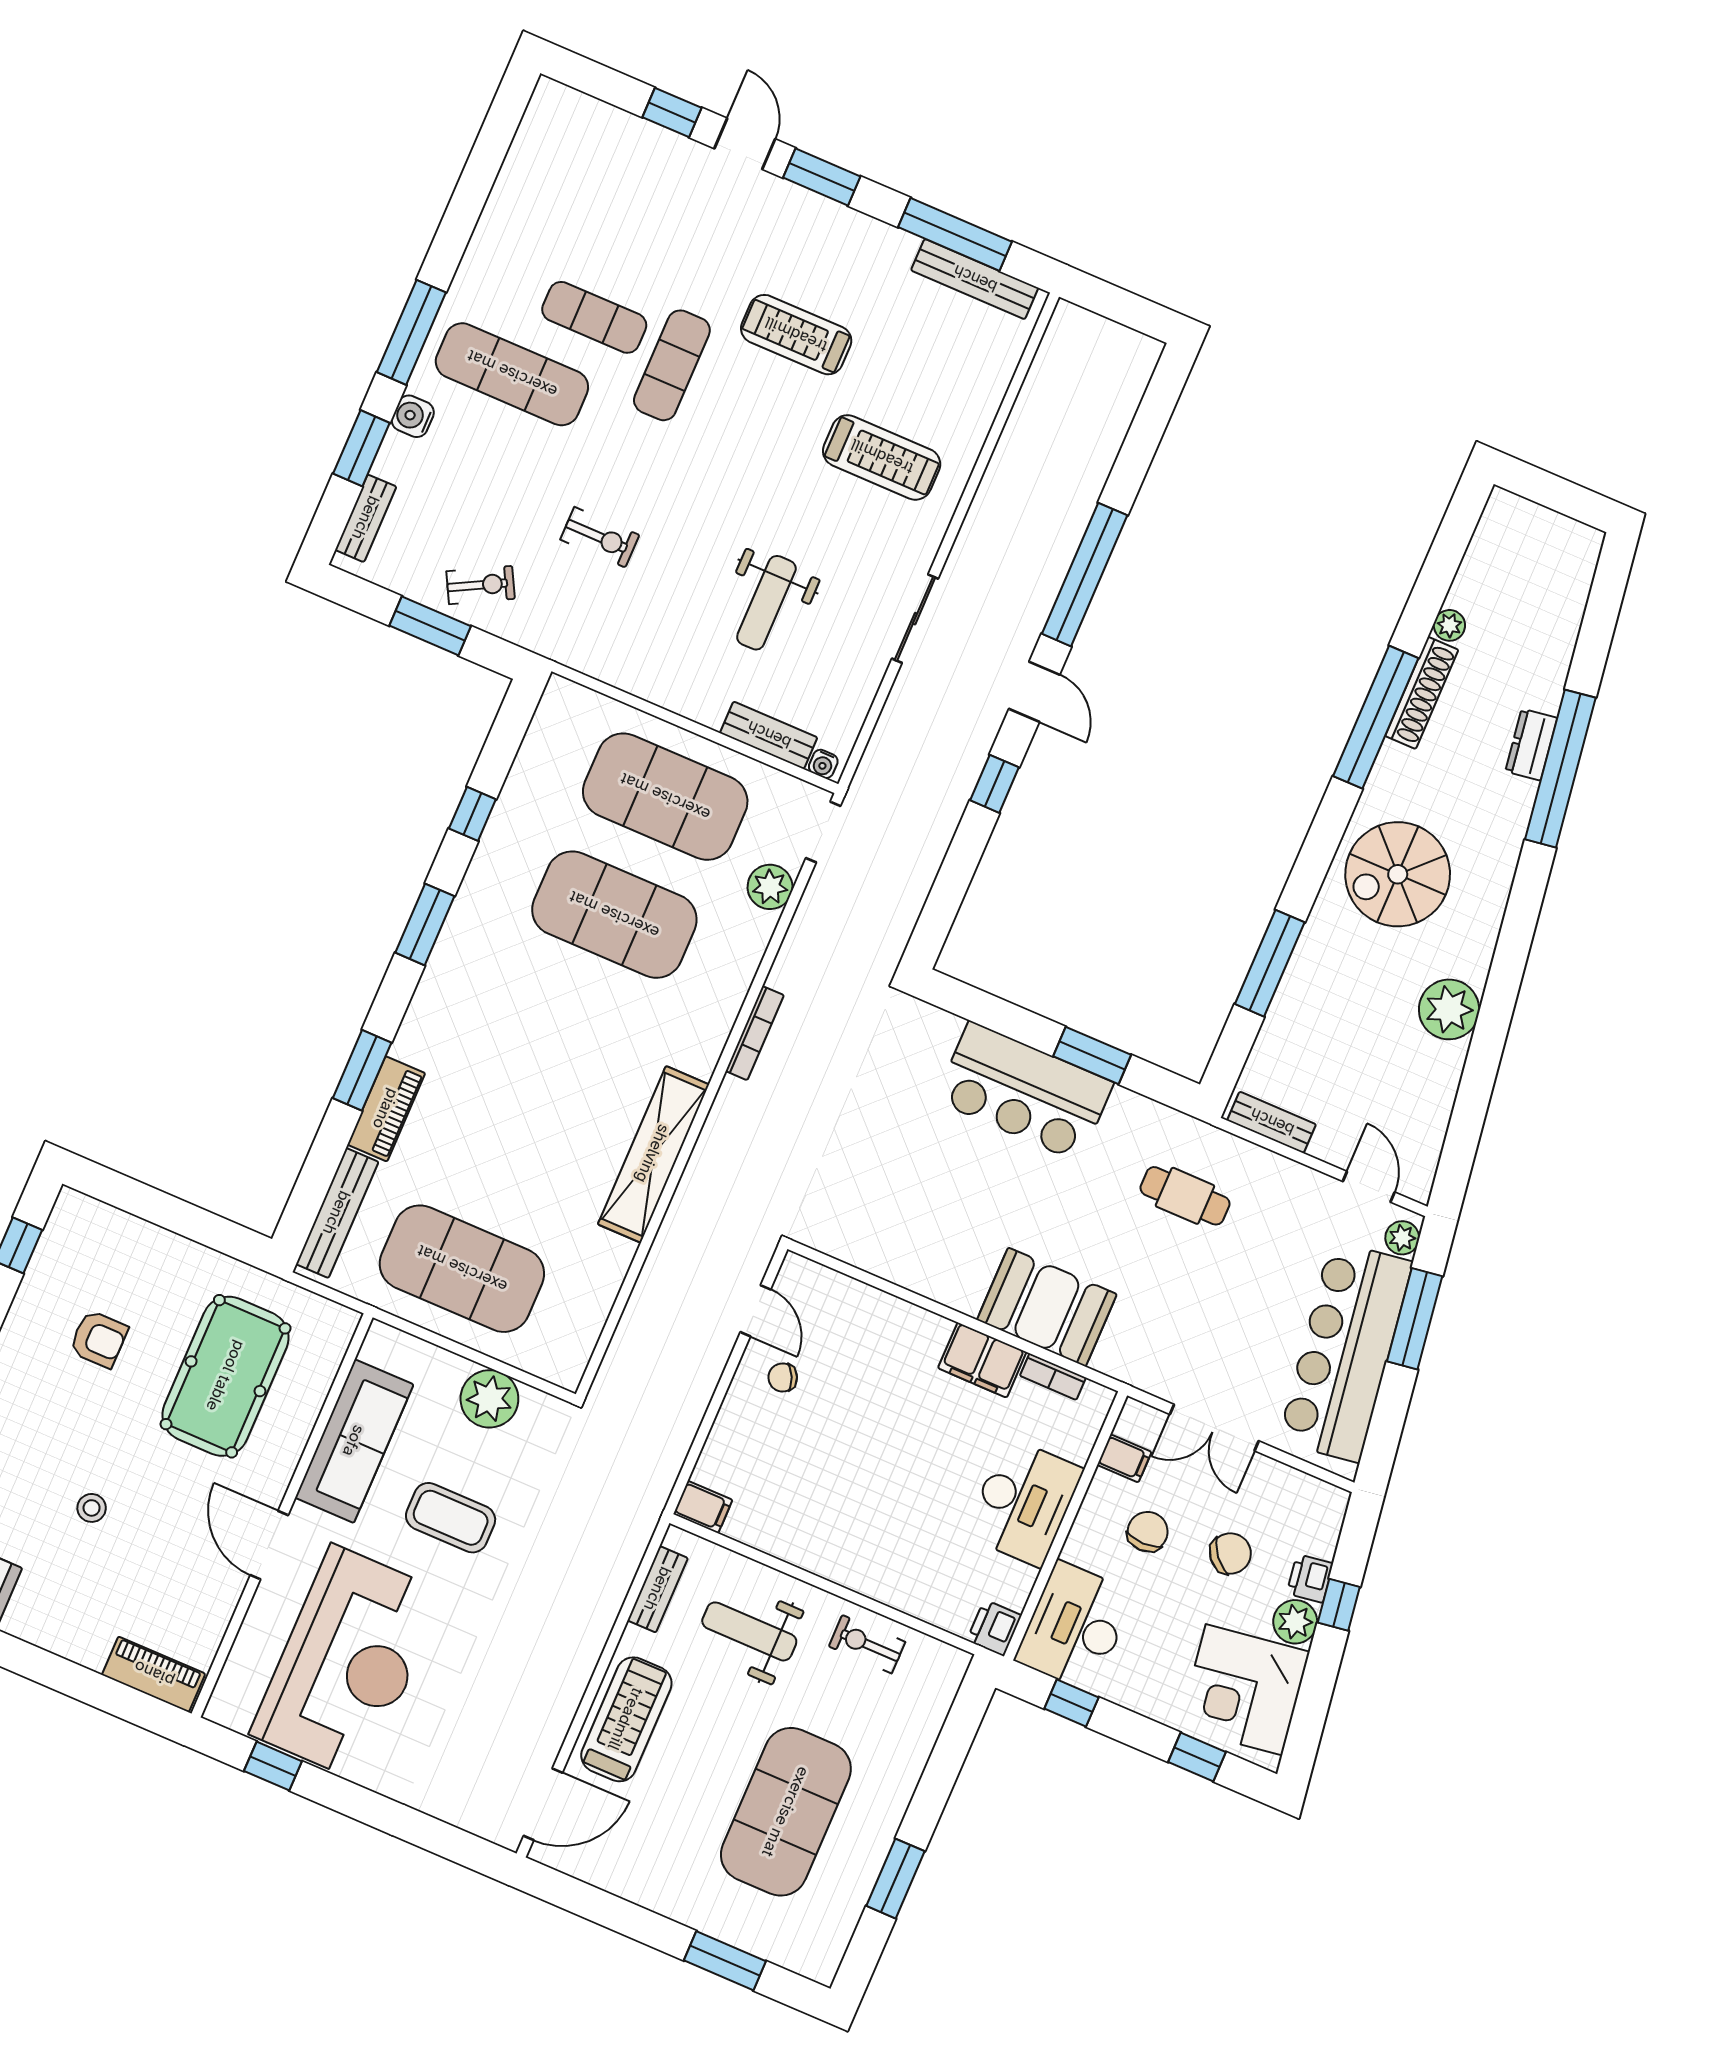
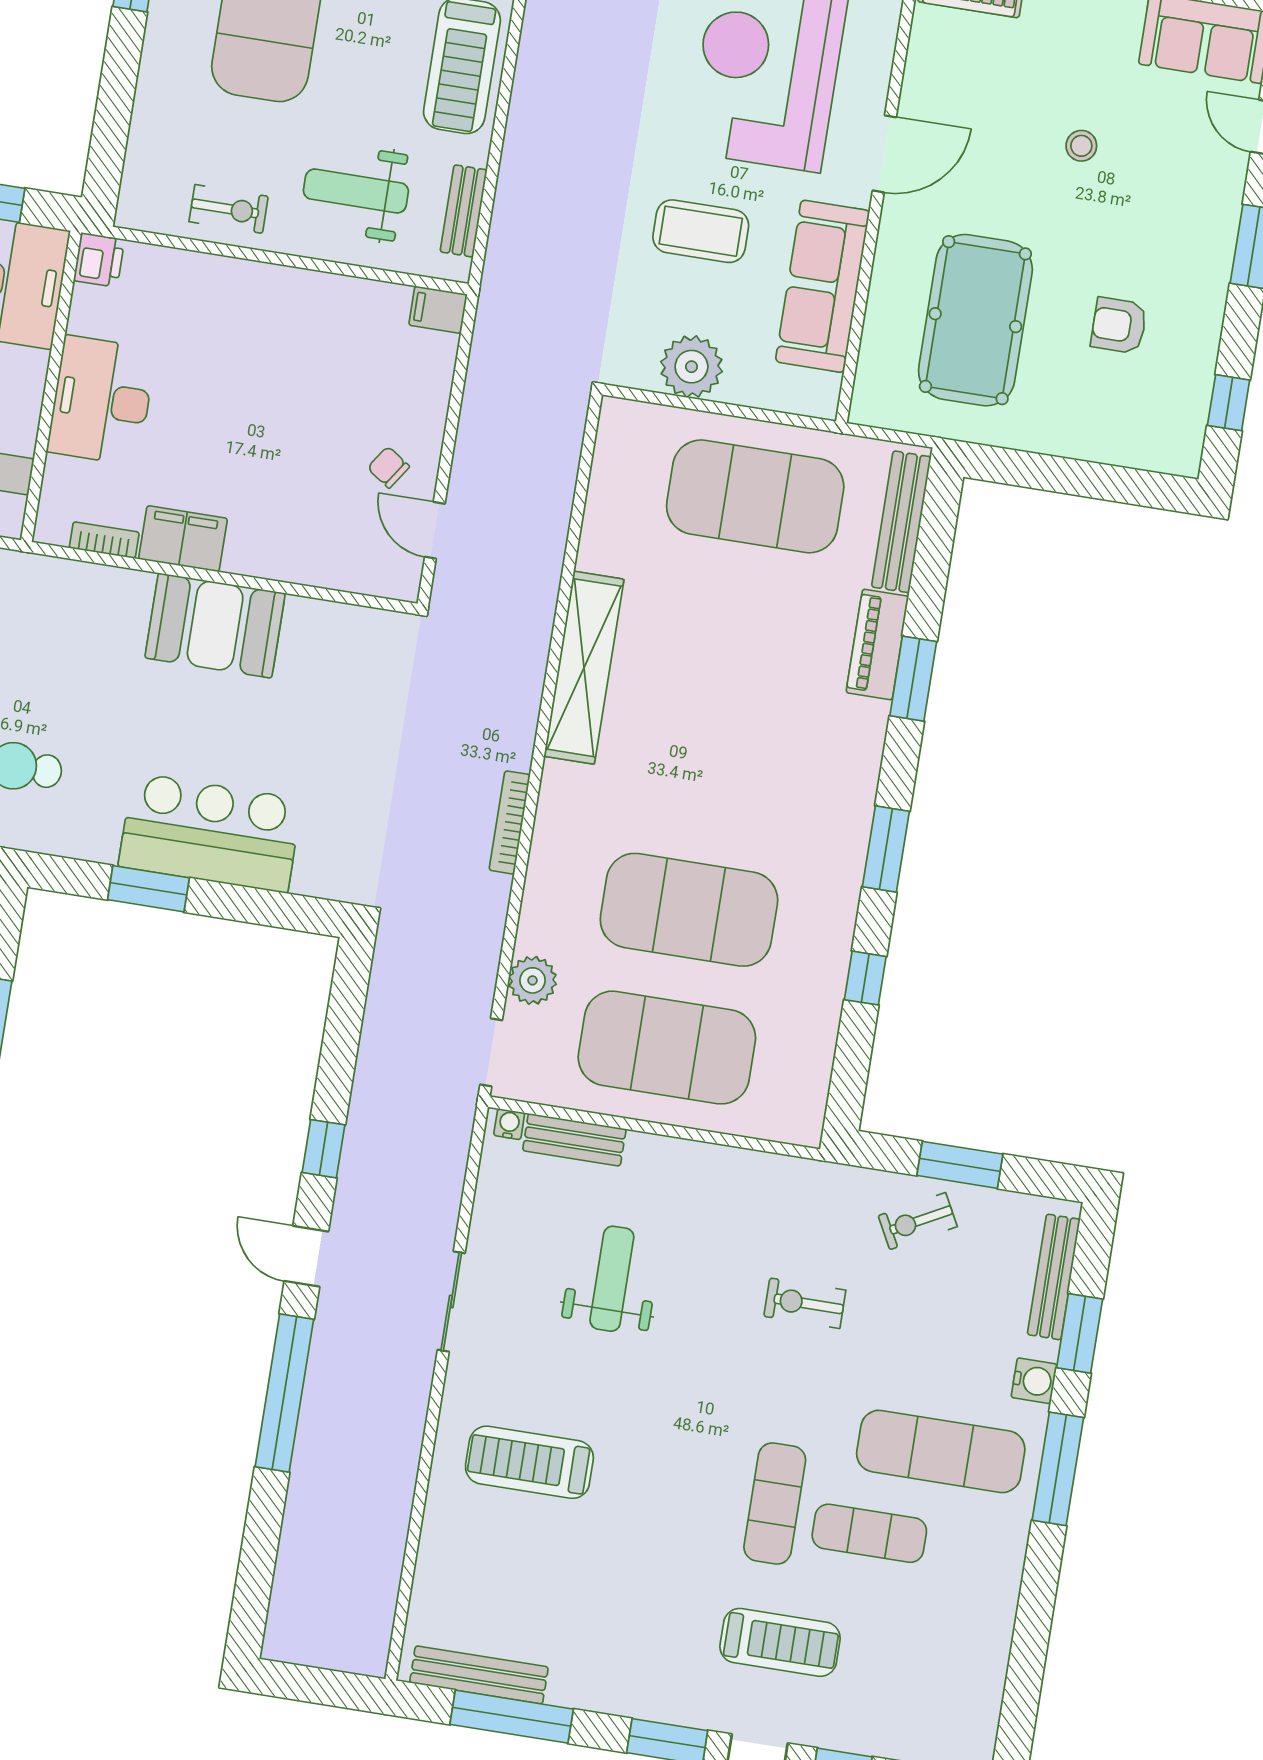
treadmill: (796, 335) -> (780, 1642), moved
bench: (366, 518) -> (1054, 1277), width x1.36
booth: (1047, 1307) -> (215, 626), moved
chair: (783, 1377) -> (388, 467), turned -121
door: (269, 1545) -> (884, 154), hinge flipped
weight bench: (749, 1631) -> (356, 191), turned 180

